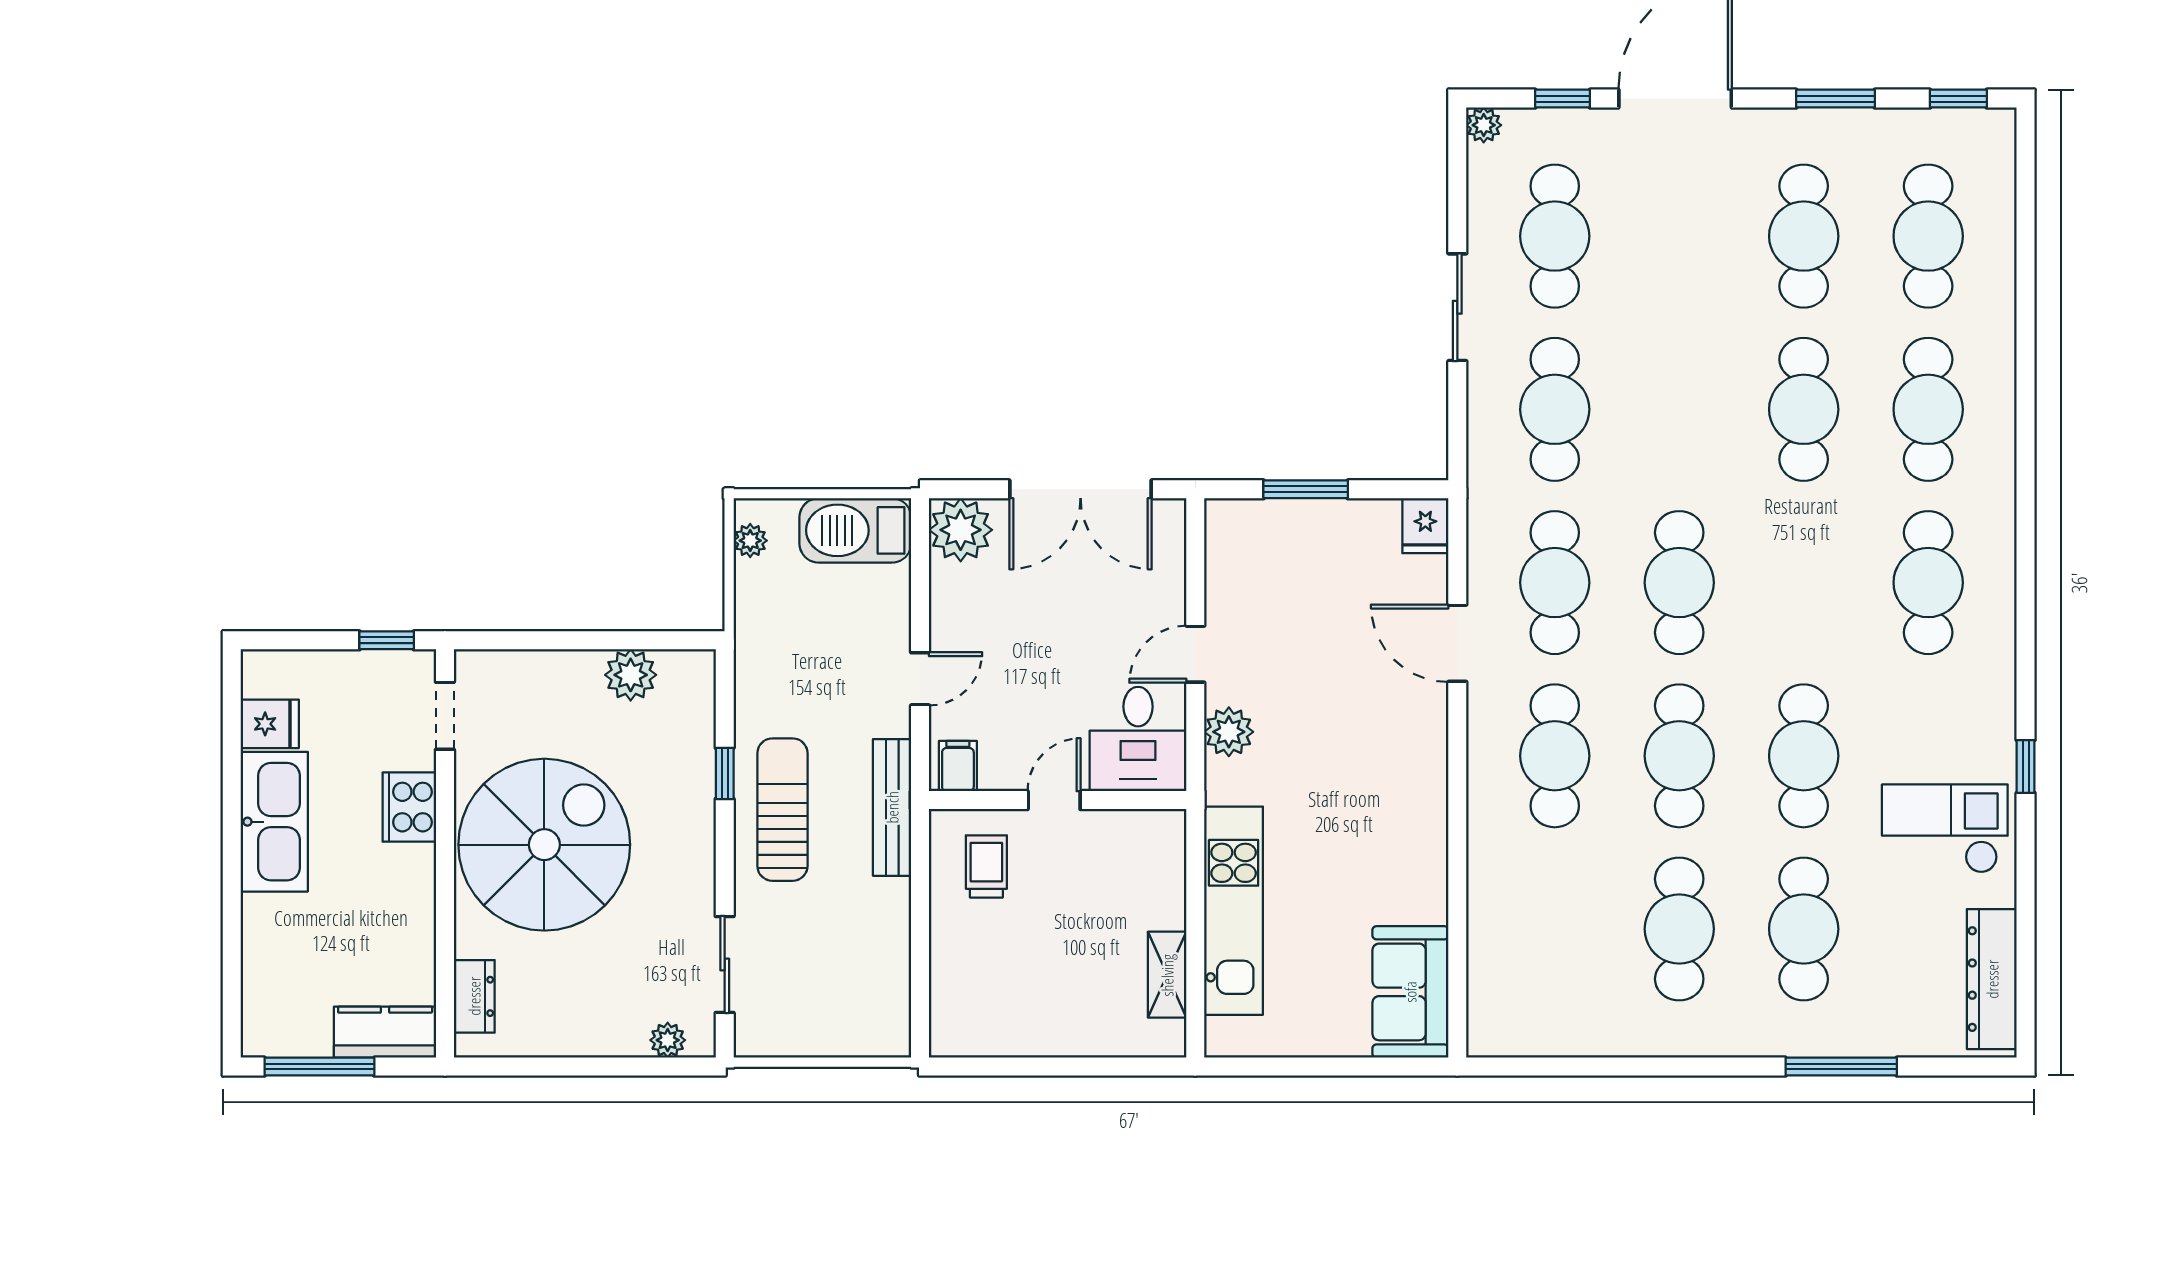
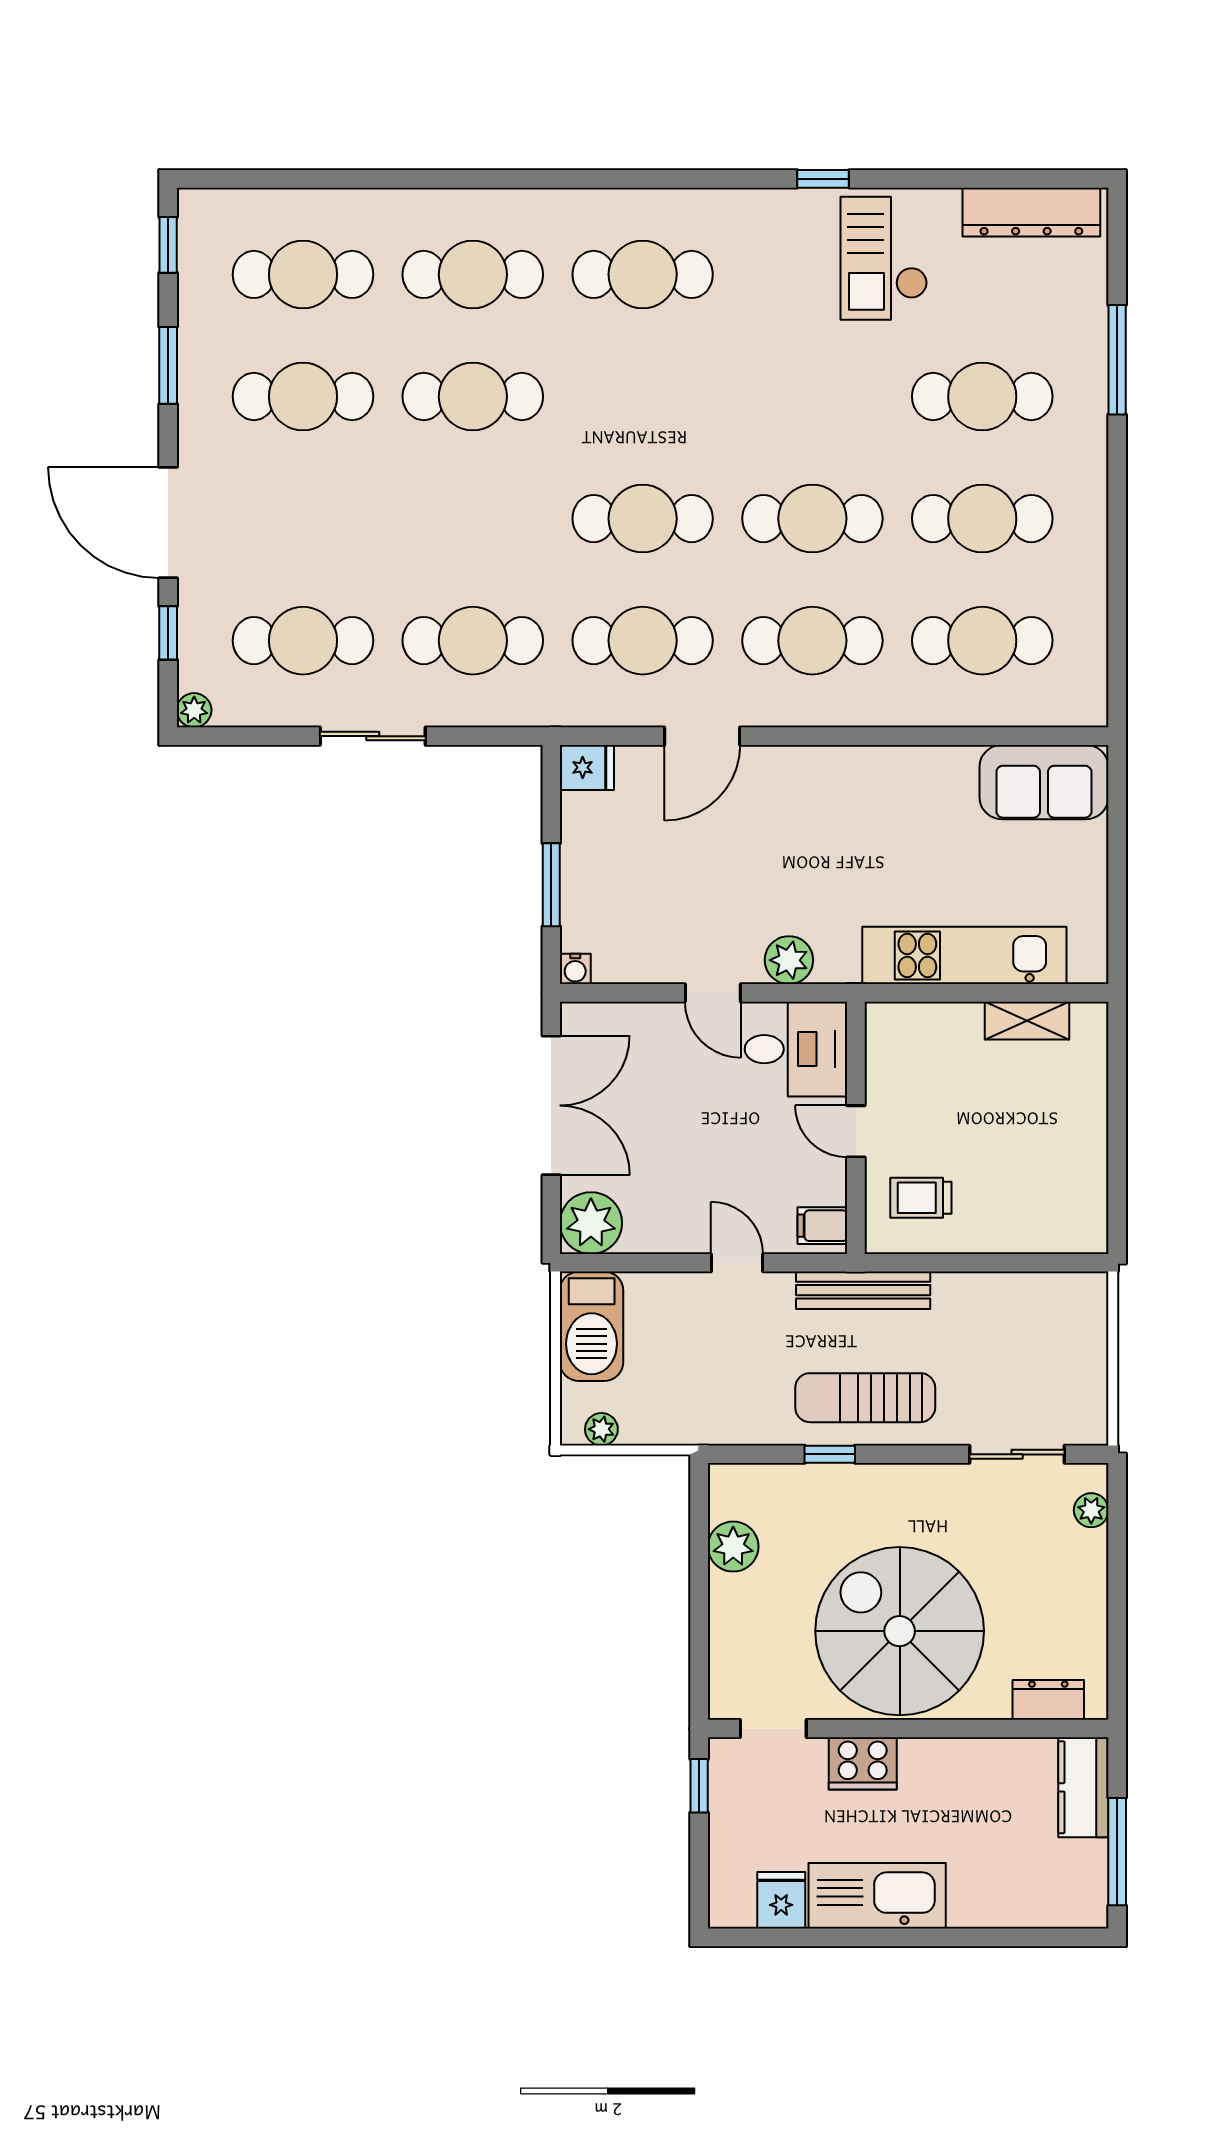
water cooler: (1220, 514) -> (575, 969), added
cafe table: (1804, 756) -> (982, 641), moved

